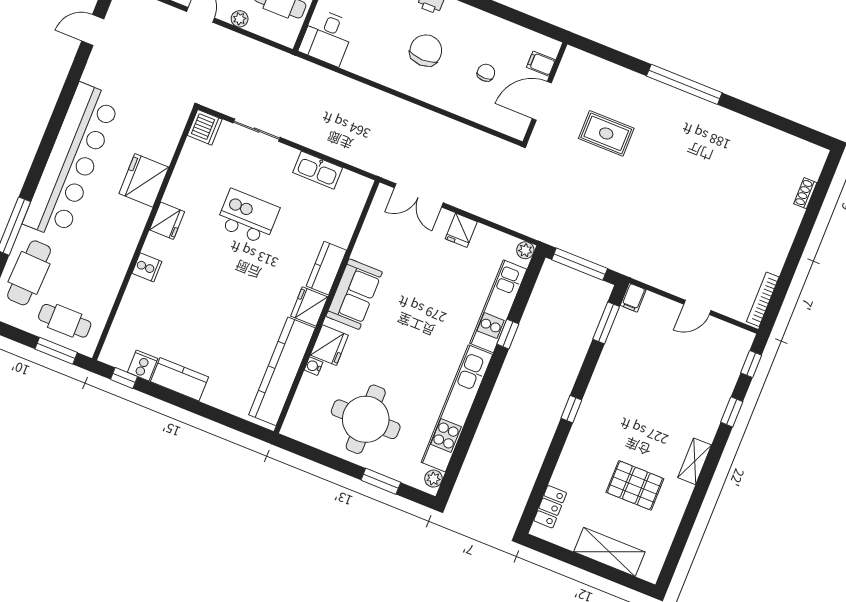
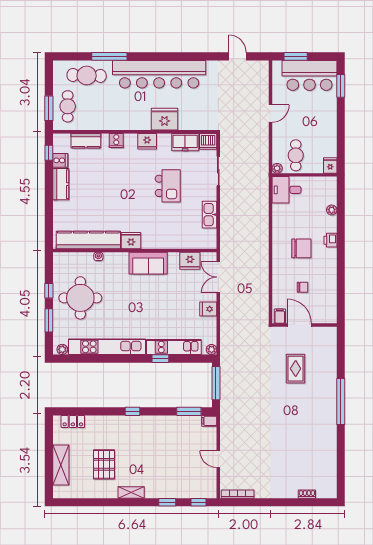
plant: (240, 19) -> (277, 168), moved
filing cabinet: (541, 64) -> (280, 316), moved
freezer: (192, 163) -> (185, 142), added
kitchen counter: (326, 268) -> (86, 141), moved, turned 180
fridge: (329, 345) -> (190, 261), moved
window: (335, 463) -> (49, 291), added

